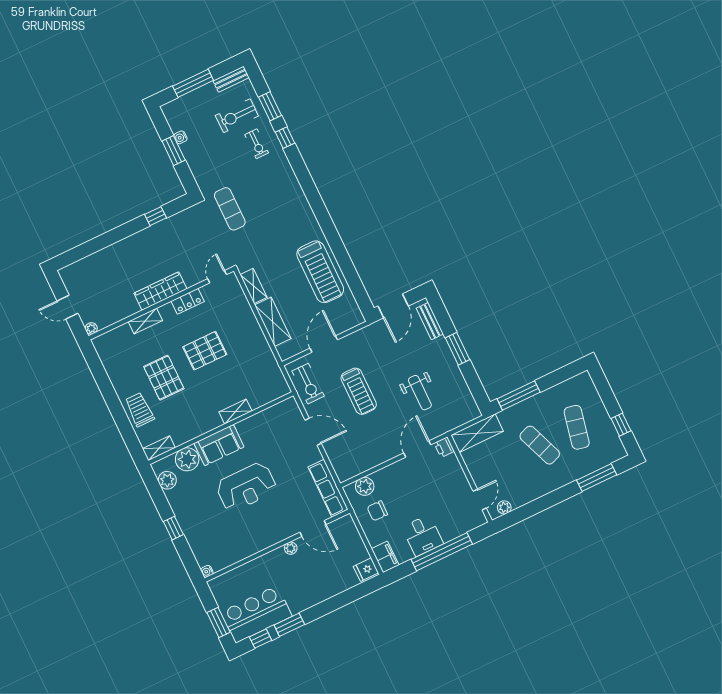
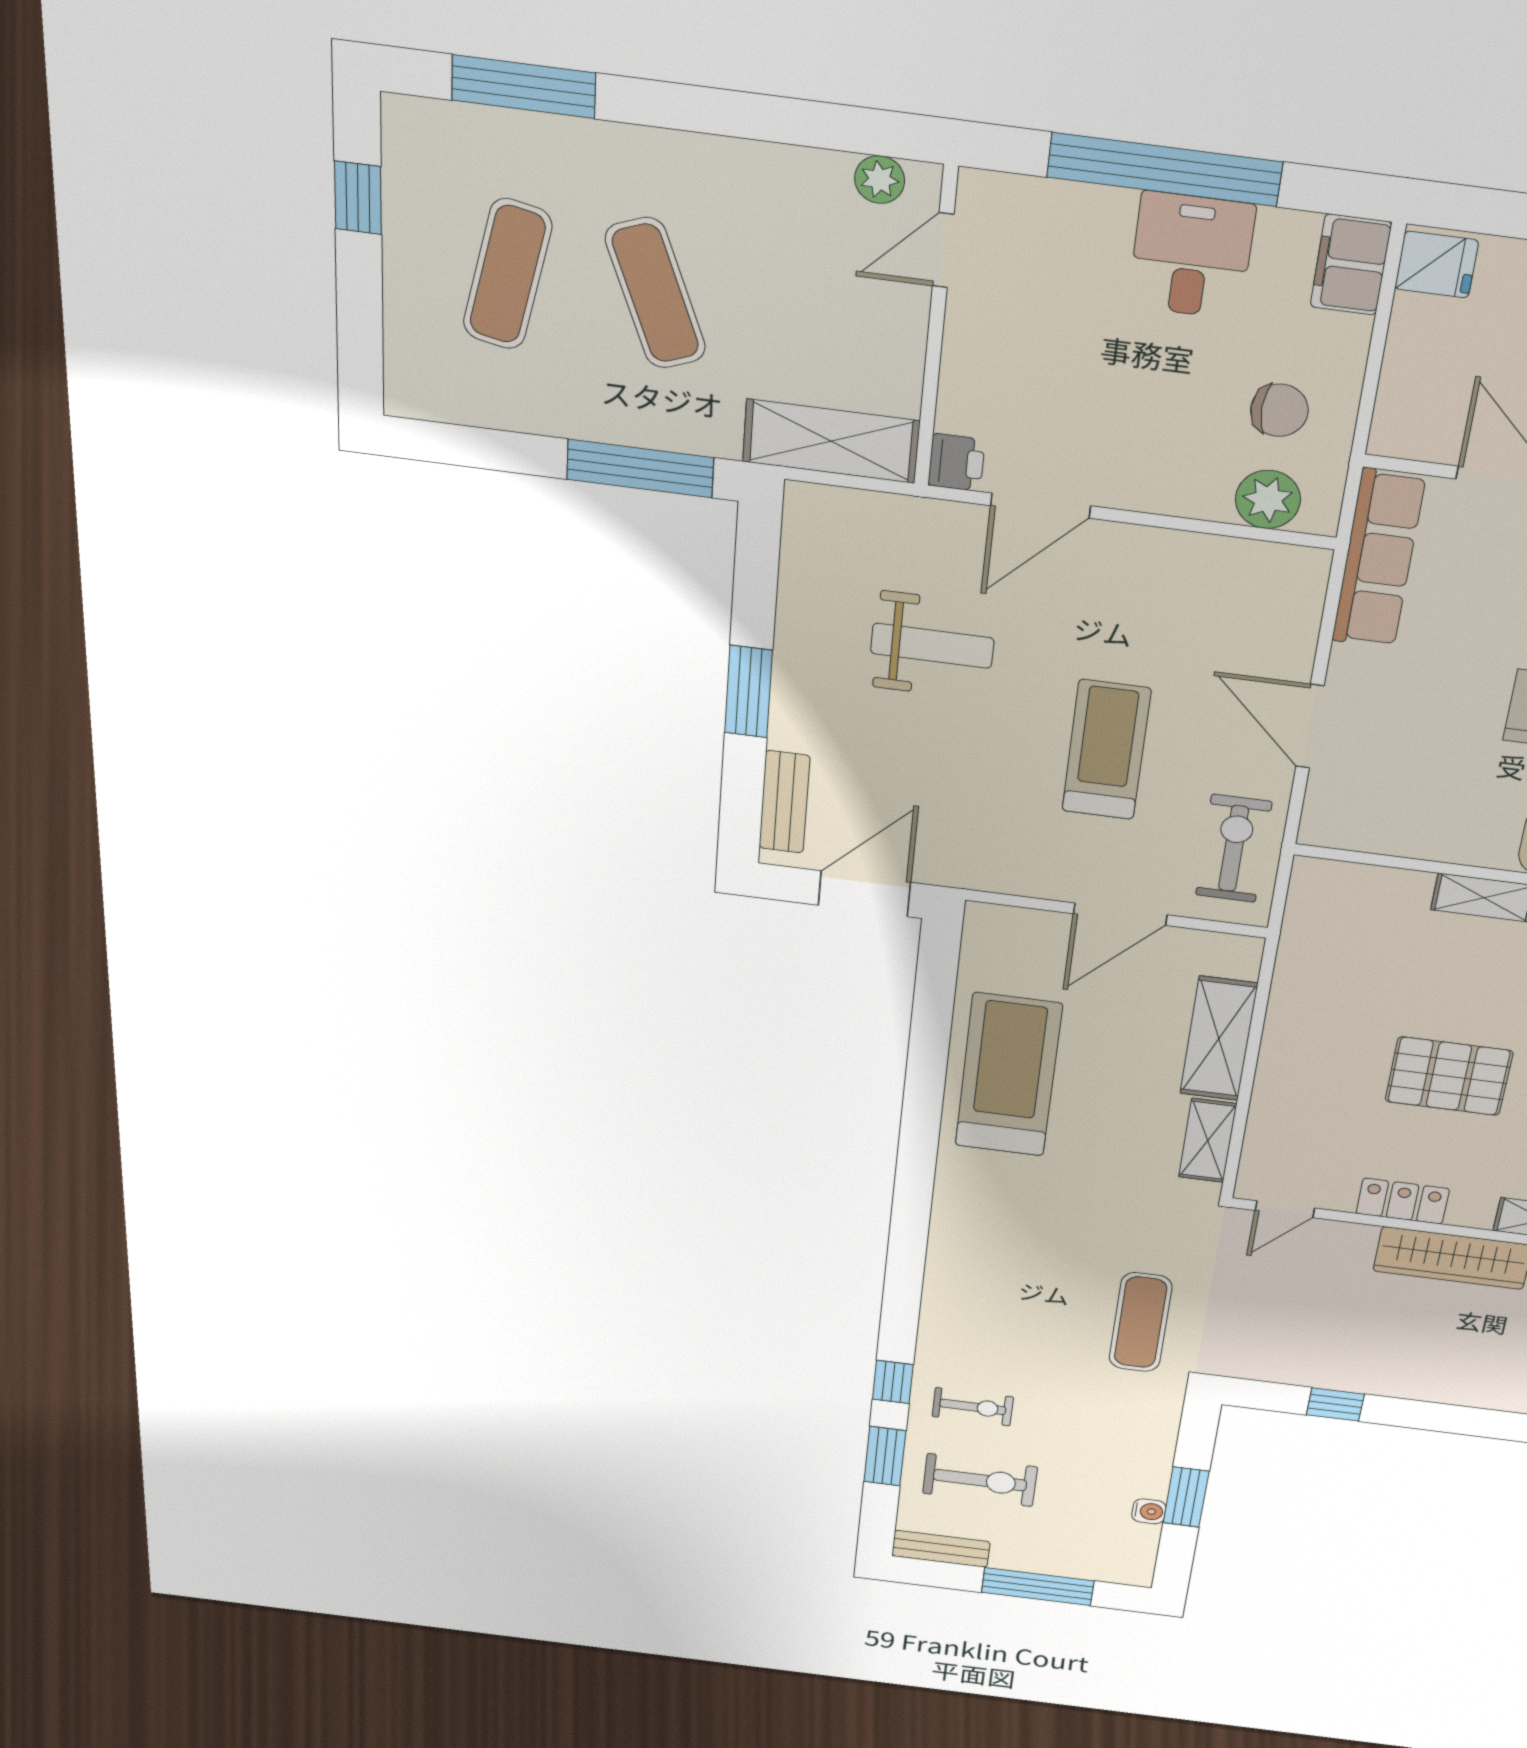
exercise bike: (257, 144) -> (973, 1407), turned 90
weight bench: (420, 393) -> (932, 646), turned 90

